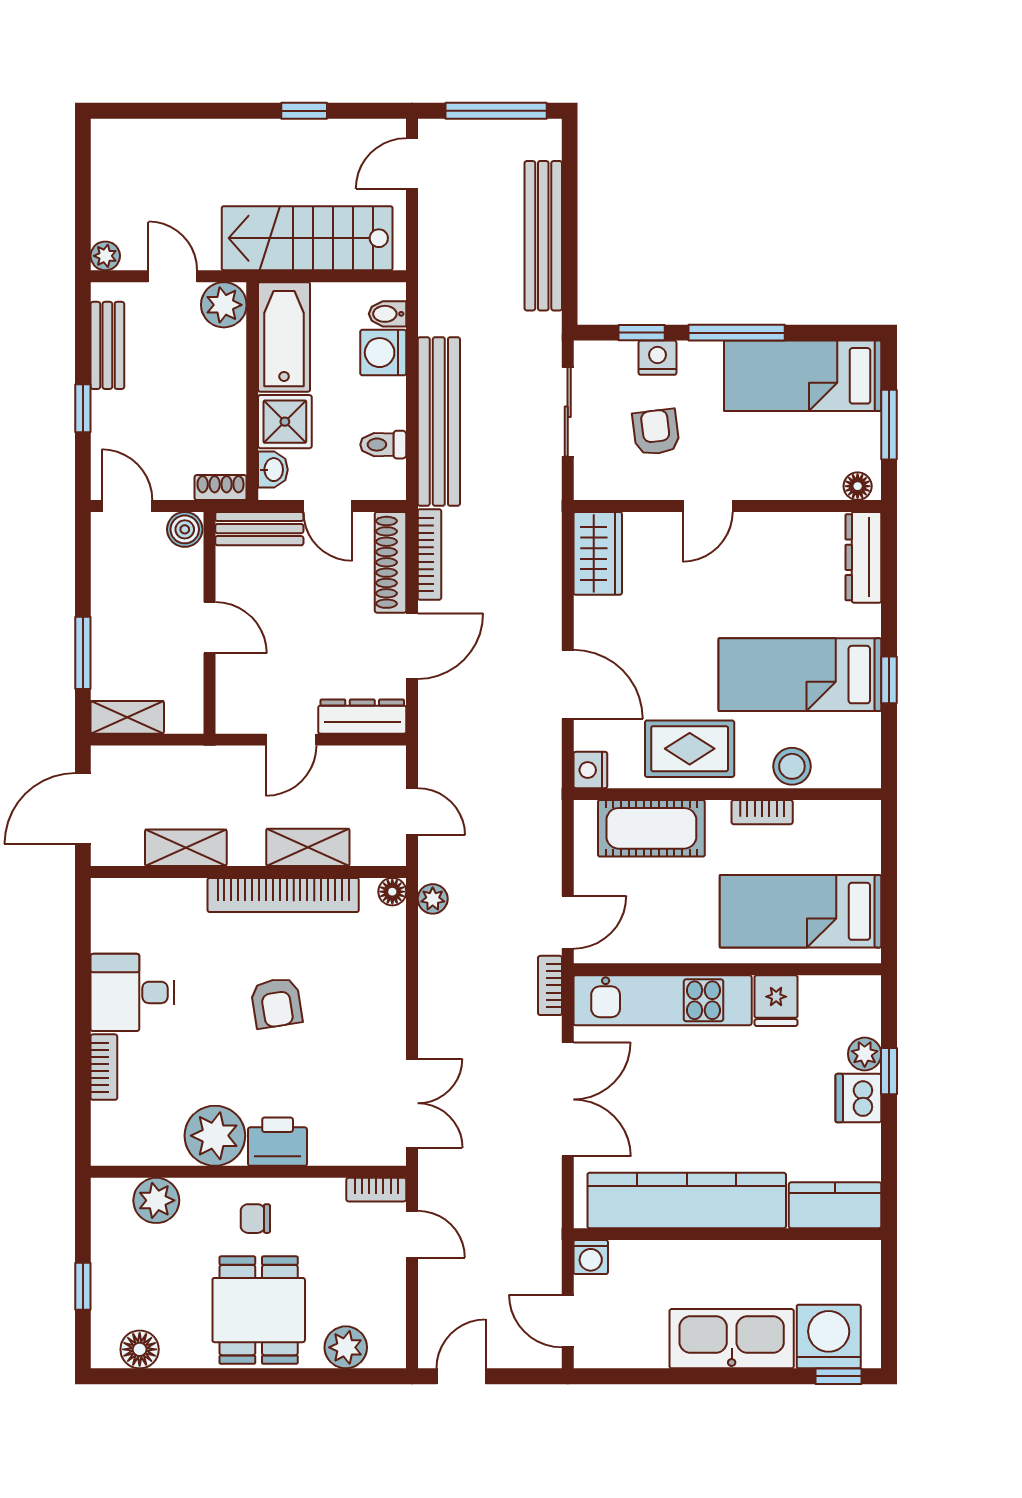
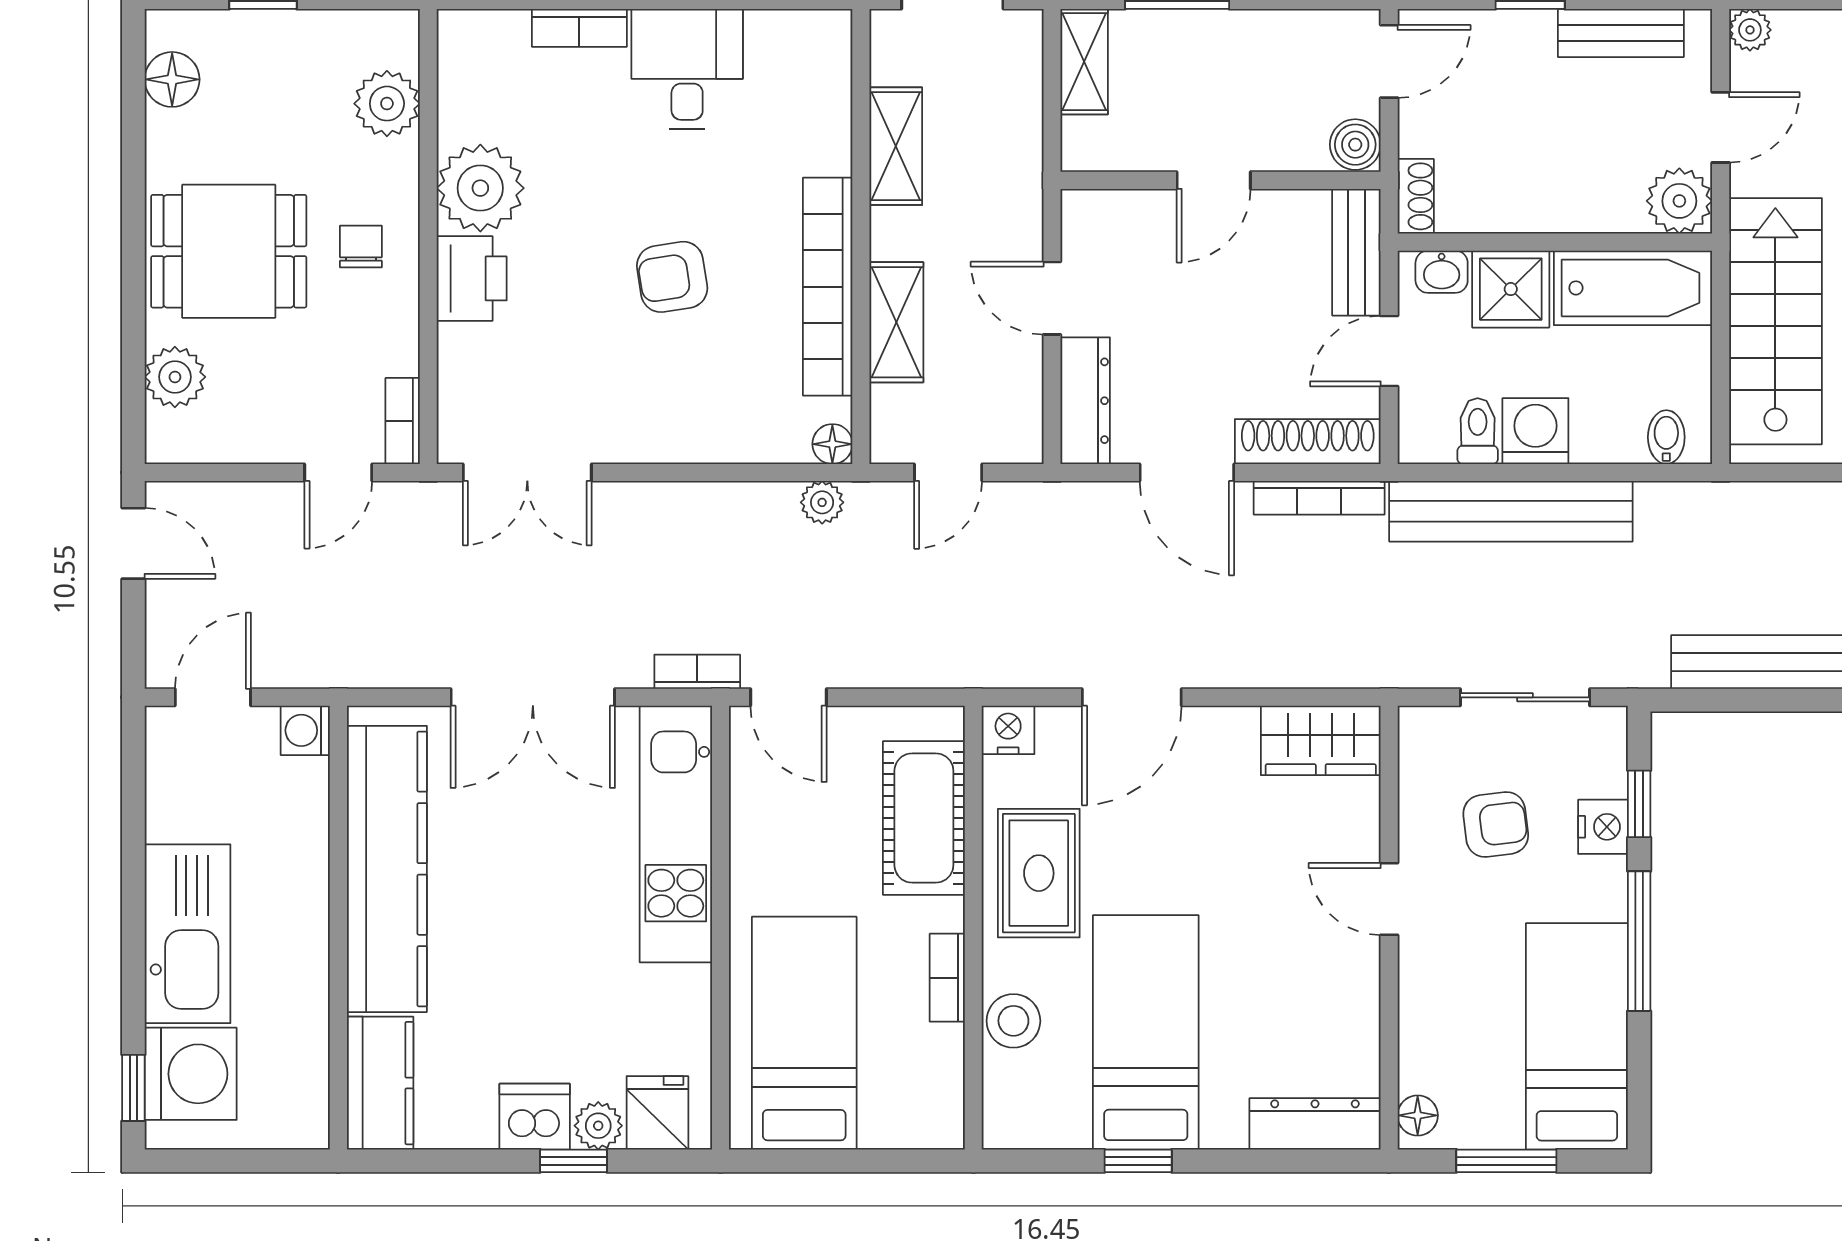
washing machine: (383, 353) -> (1535, 431), moved
fridge: (776, 1001) -> (657, 1113), moved, turned 90

